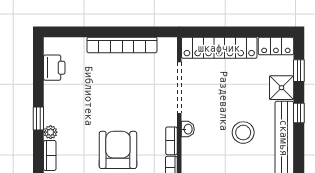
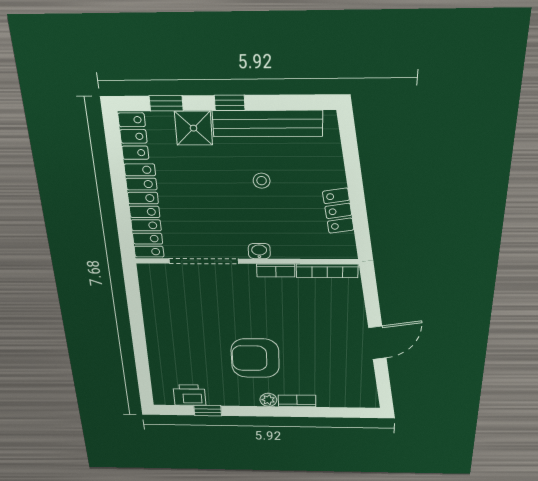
bookcase: (122, 45) -> (154, 325), removed
window: (38, 118) -> (208, 411), moved
stool: (243, 133) -> (262, 181), width x0.53, depth x0.53
armchair: (118, 150) -> (255, 358), moved

